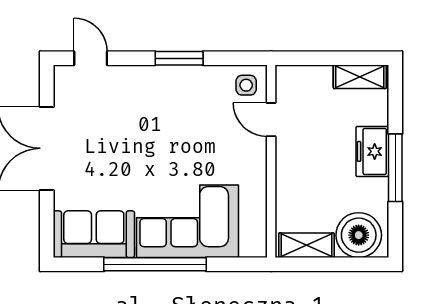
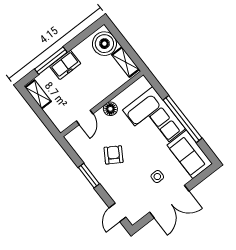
side table: (246, 85) -> (157, 177), moved
armchair: (181, 119) -> (114, 155), added
floor lamp: (254, 168) -> (110, 109), added
window: (395, 168) -> (51, 61), moved

